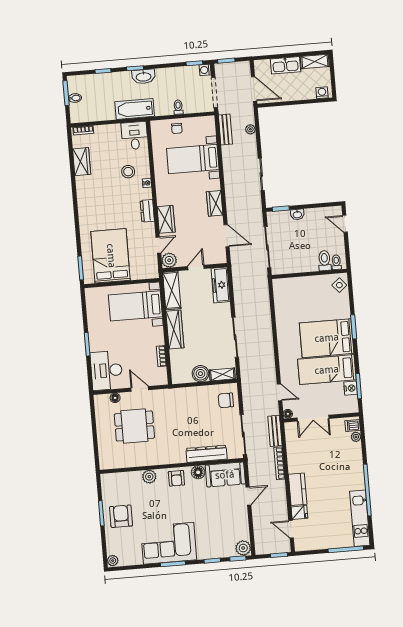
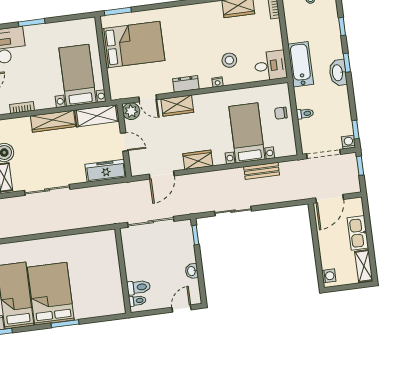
bench: (225, 129) -> (262, 171), moved
plant: (250, 129) -> (284, 197), removed
washbasin: (297, 214) -> (192, 271), moved
side table: (339, 285) -> (112, 305), removed

